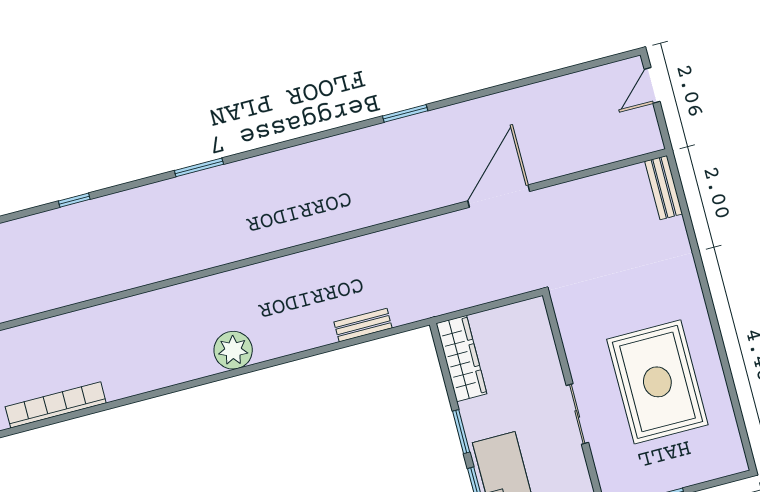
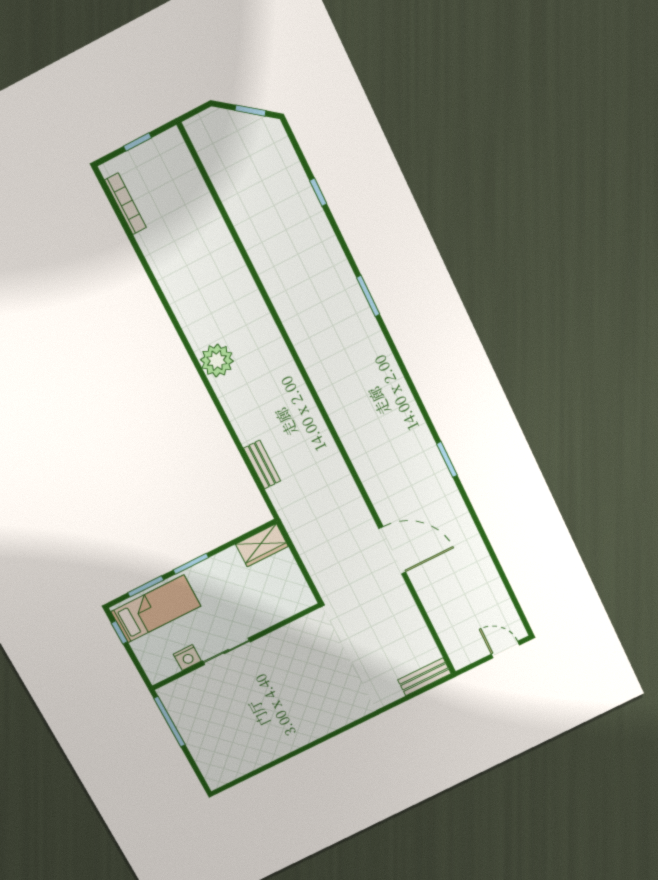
wardrobe: (461, 358) -> (262, 545), width x0.67
rug: (657, 382) -> (266, 707), removed
bookcase: (56, 405) -> (126, 204), width x0.68, depth x0.76
nightstand: (574, 461) -> (187, 658), added

